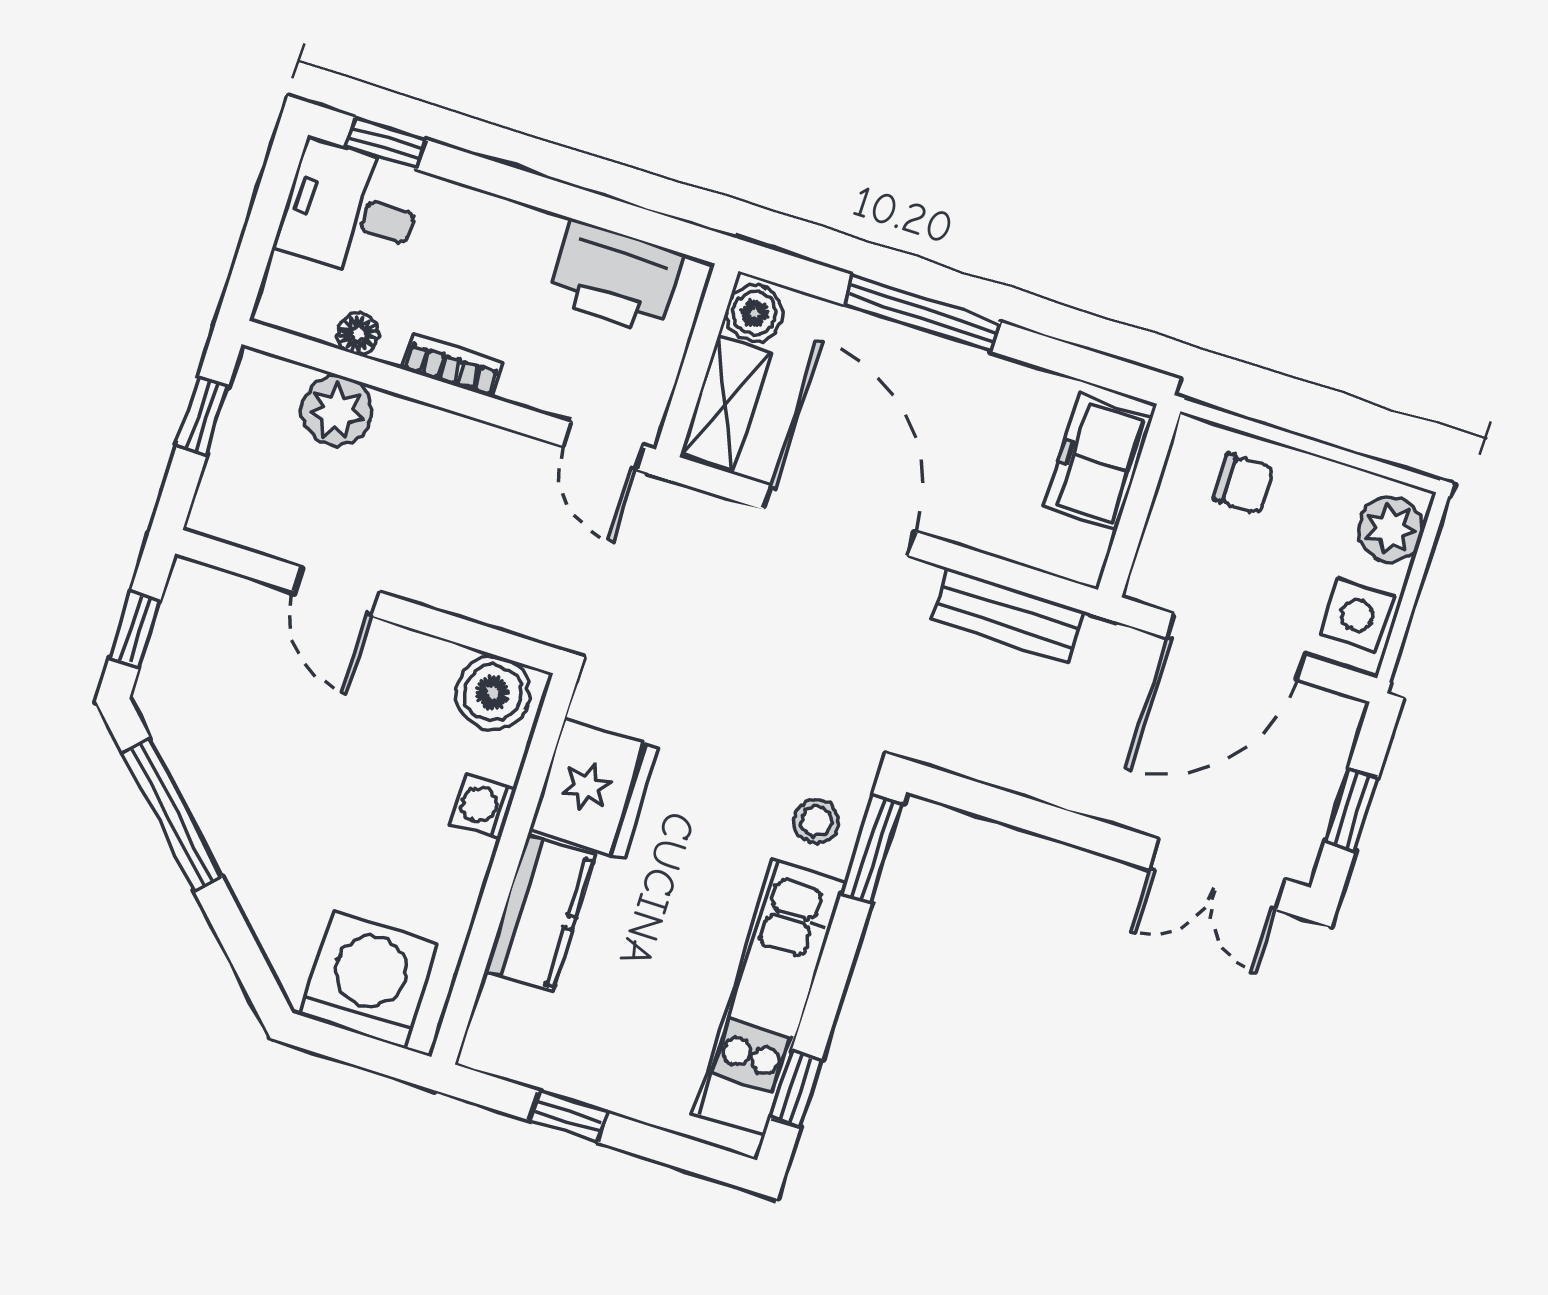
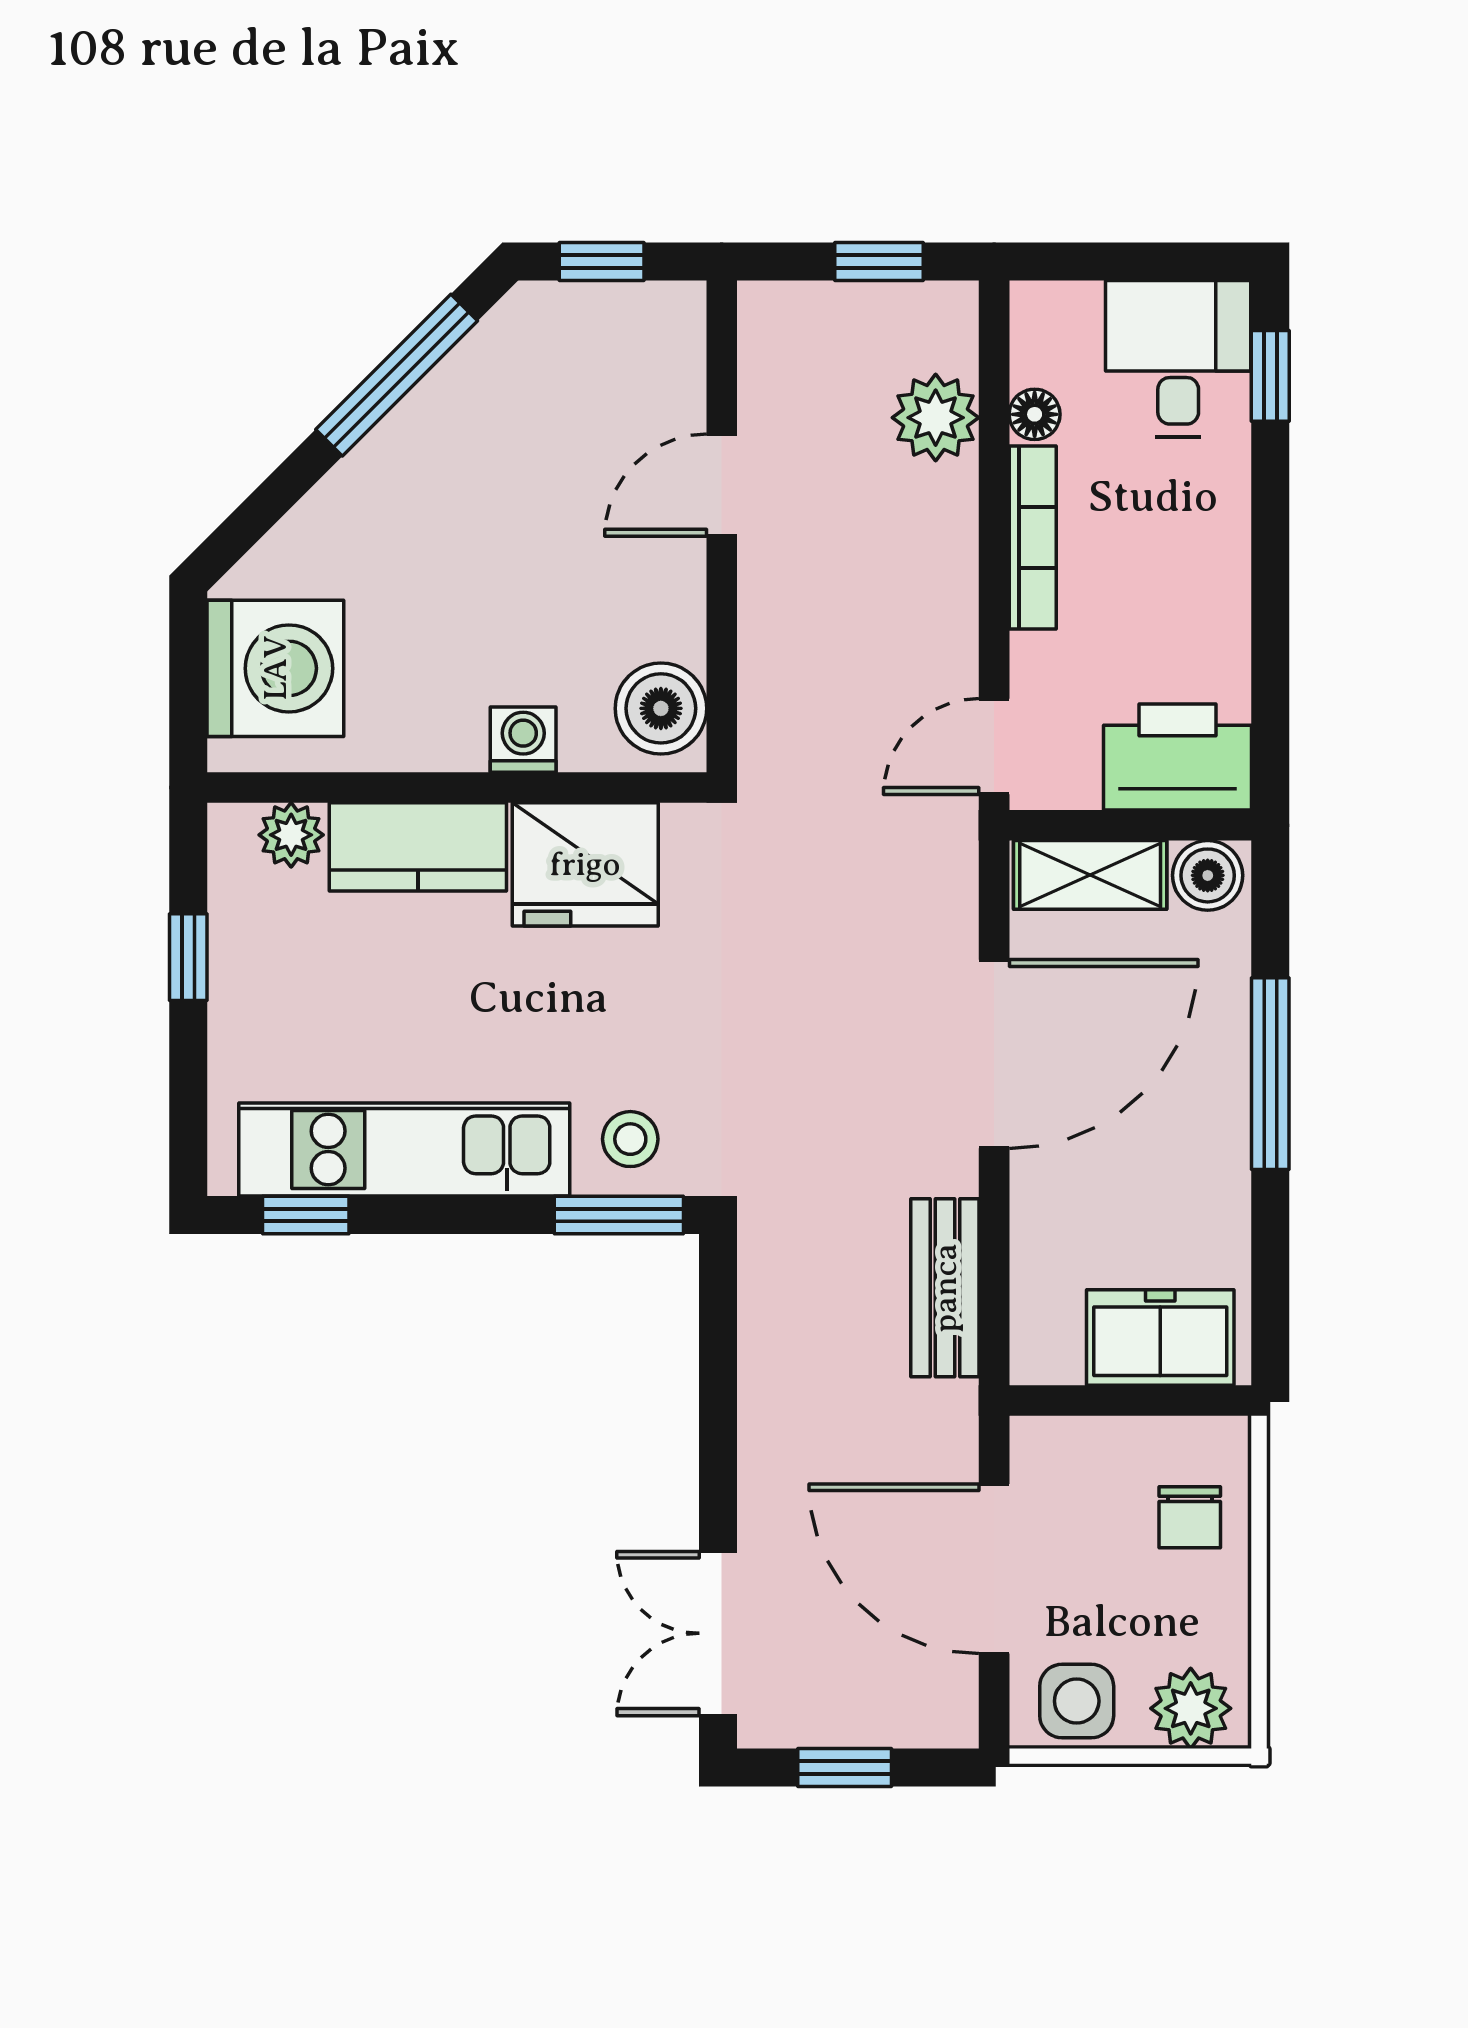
printer: (615, 277) -> (1177, 757), moved, turned 90
bookcase: (452, 365) -> (1033, 537), width x1.56
plant: (500, 1008) -> (291, 835), added

